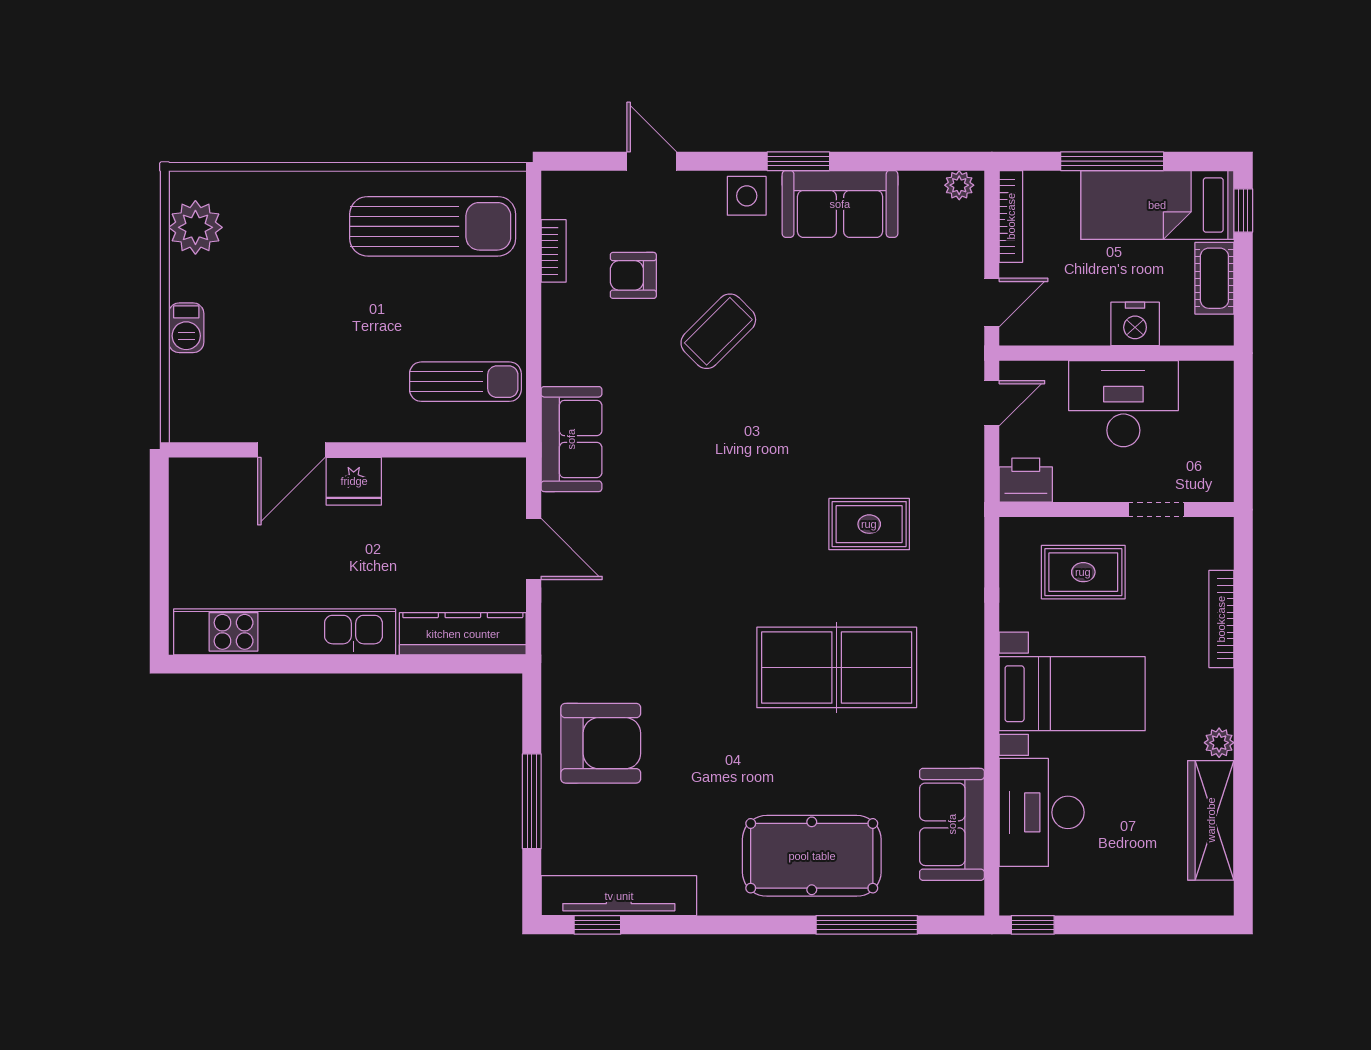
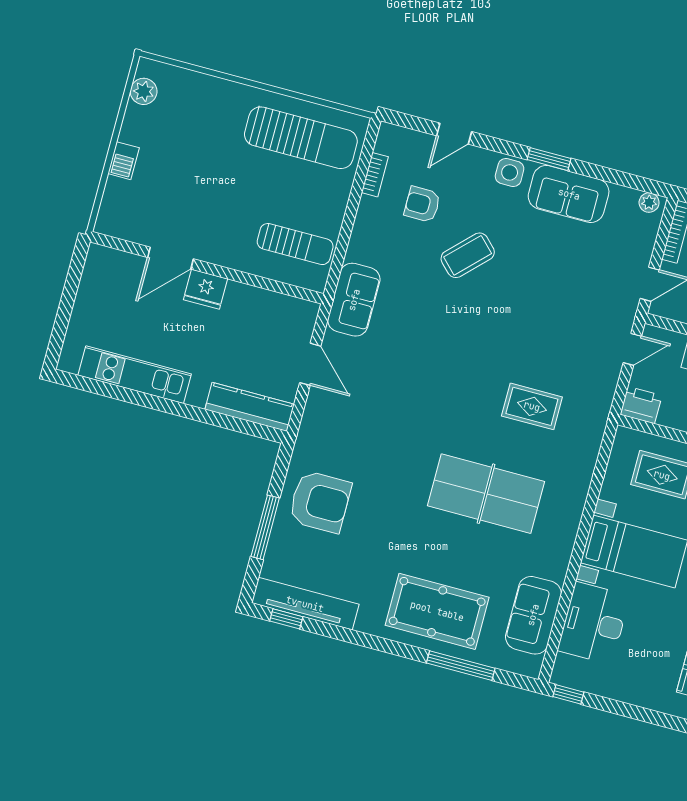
door: (652, 161) -> (454, 134), swing flipped
plant: (195, 227) -> (144, 91), width x0.73, depth x0.73
kitchen unit: (285, 632) -> (135, 375), width x0.73

